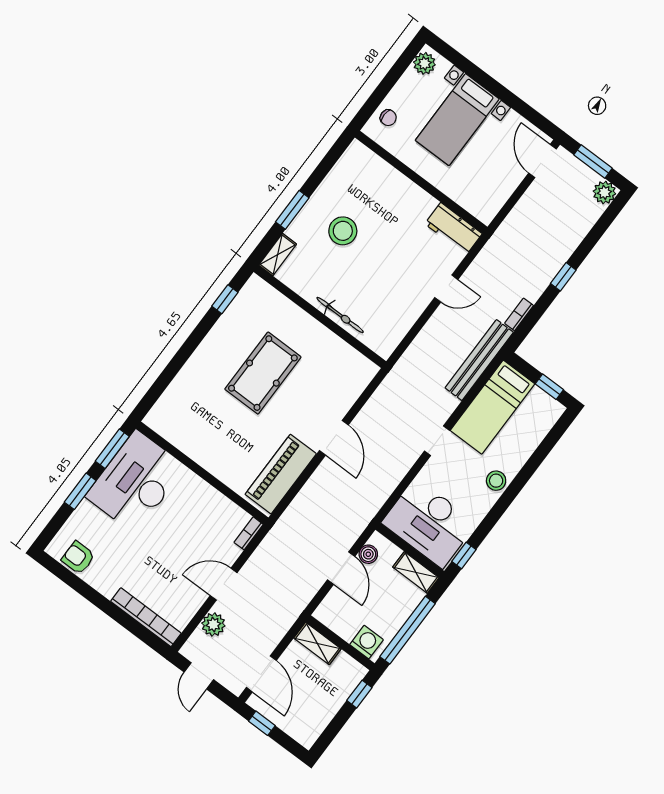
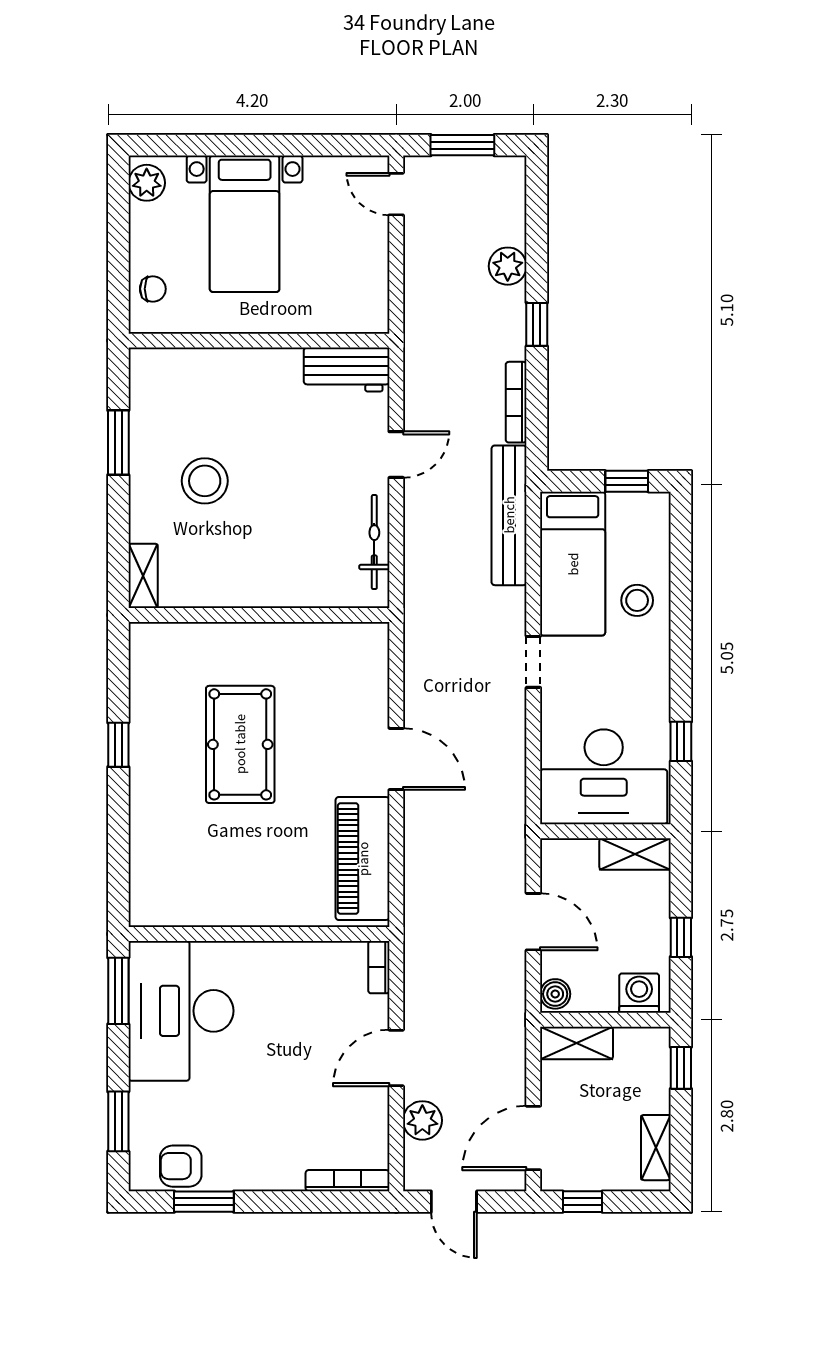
door: (542, 161) -> (396, 194), width x0.73
plant: (604, 192) -> (508, 266), moved
window: (292, 210) -> (118, 443), moved
window: (225, 299) -> (118, 745), moved
bookcase: (519, 314) -> (516, 402), width x1.56
bicycle: (340, 315) -> (374, 542), moved, turned -90
stool: (496, 481) -> (637, 600), moved
window: (80, 491) -> (118, 1121), moved
boiler: (368, 554) -> (555, 994), moved
window: (464, 555) -> (681, 741), moved
window: (76, 584) -> (204, 1202), added
bookcase: (146, 617) -> (347, 1181), width x0.68, depth x0.76
window: (408, 630) -> (681, 937), width x0.32
door: (261, 674) -> (533, 1138), swing flipped
shelving: (318, 724) -> (656, 1148), added

